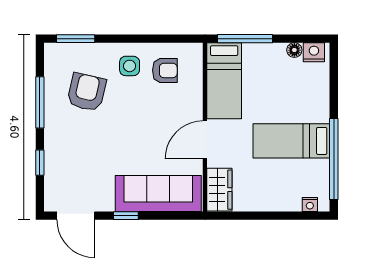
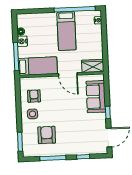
nightstand: (314, 52) -> (22, 41), moved
armchair: (87, 92) -> (47, 135), turned 77
sofa: (158, 193) -> (96, 97), width x0.73

